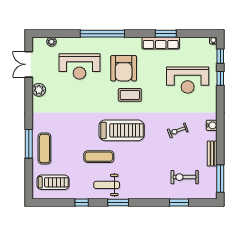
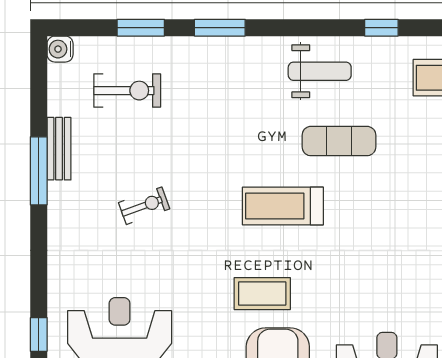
water cooler: (212, 125) -> (60, 49), moved
treadmill: (122, 130) -> (283, 206), width x0.73, depth x0.73
window: (220, 179) -> (39, 171), moved
window: (118, 203) -> (220, 28), moved

